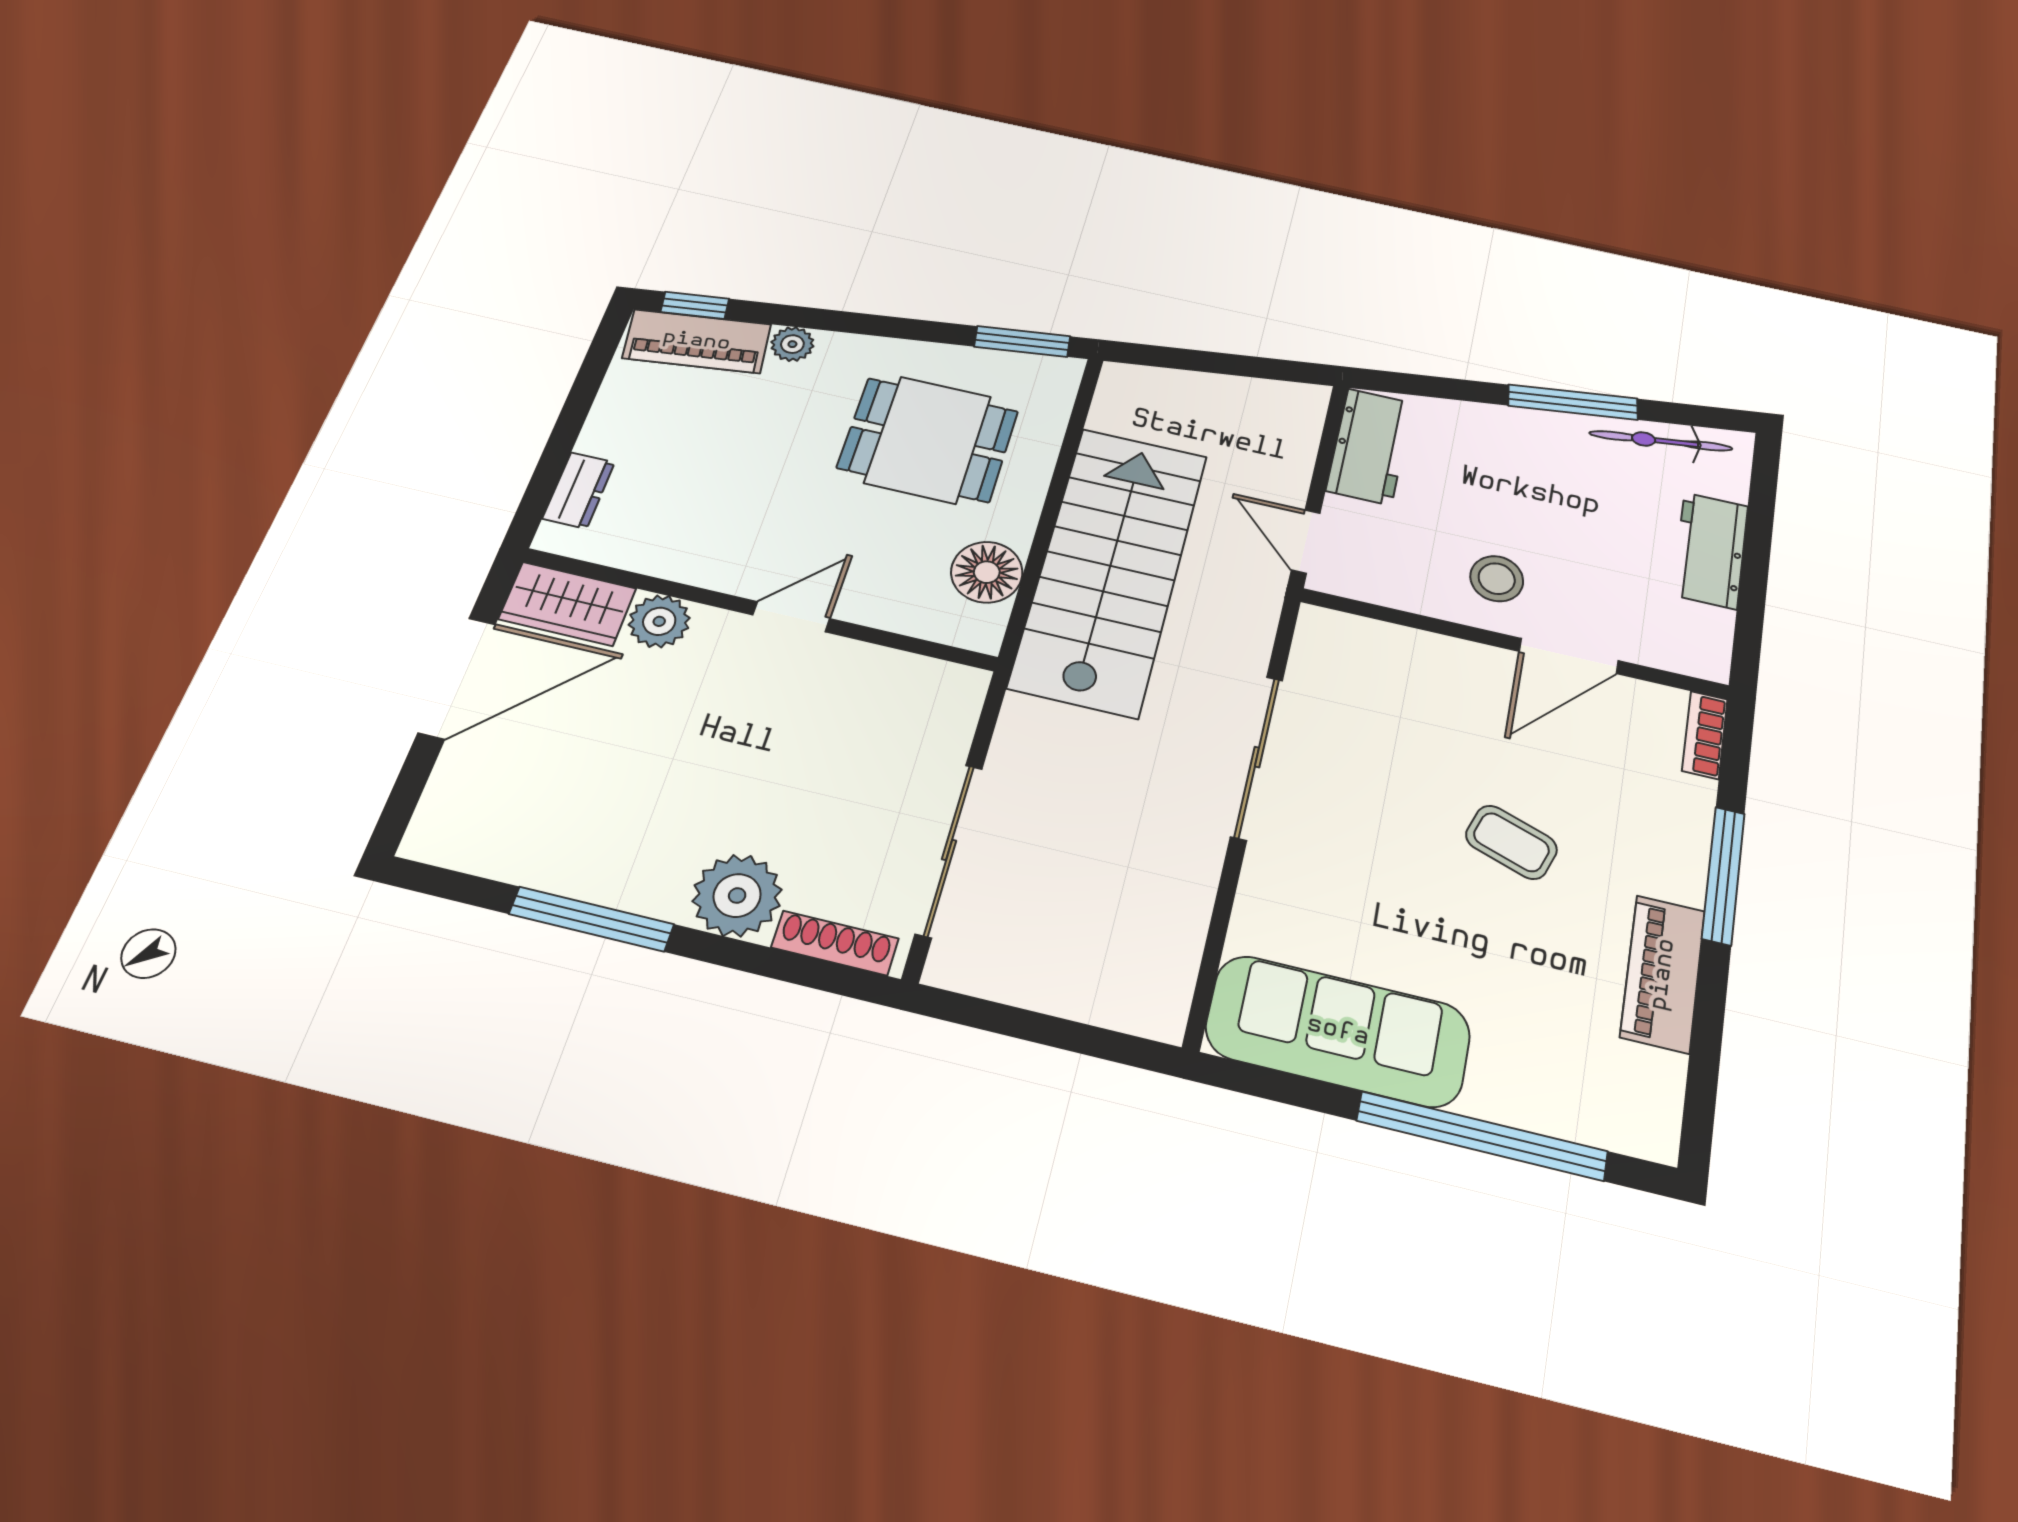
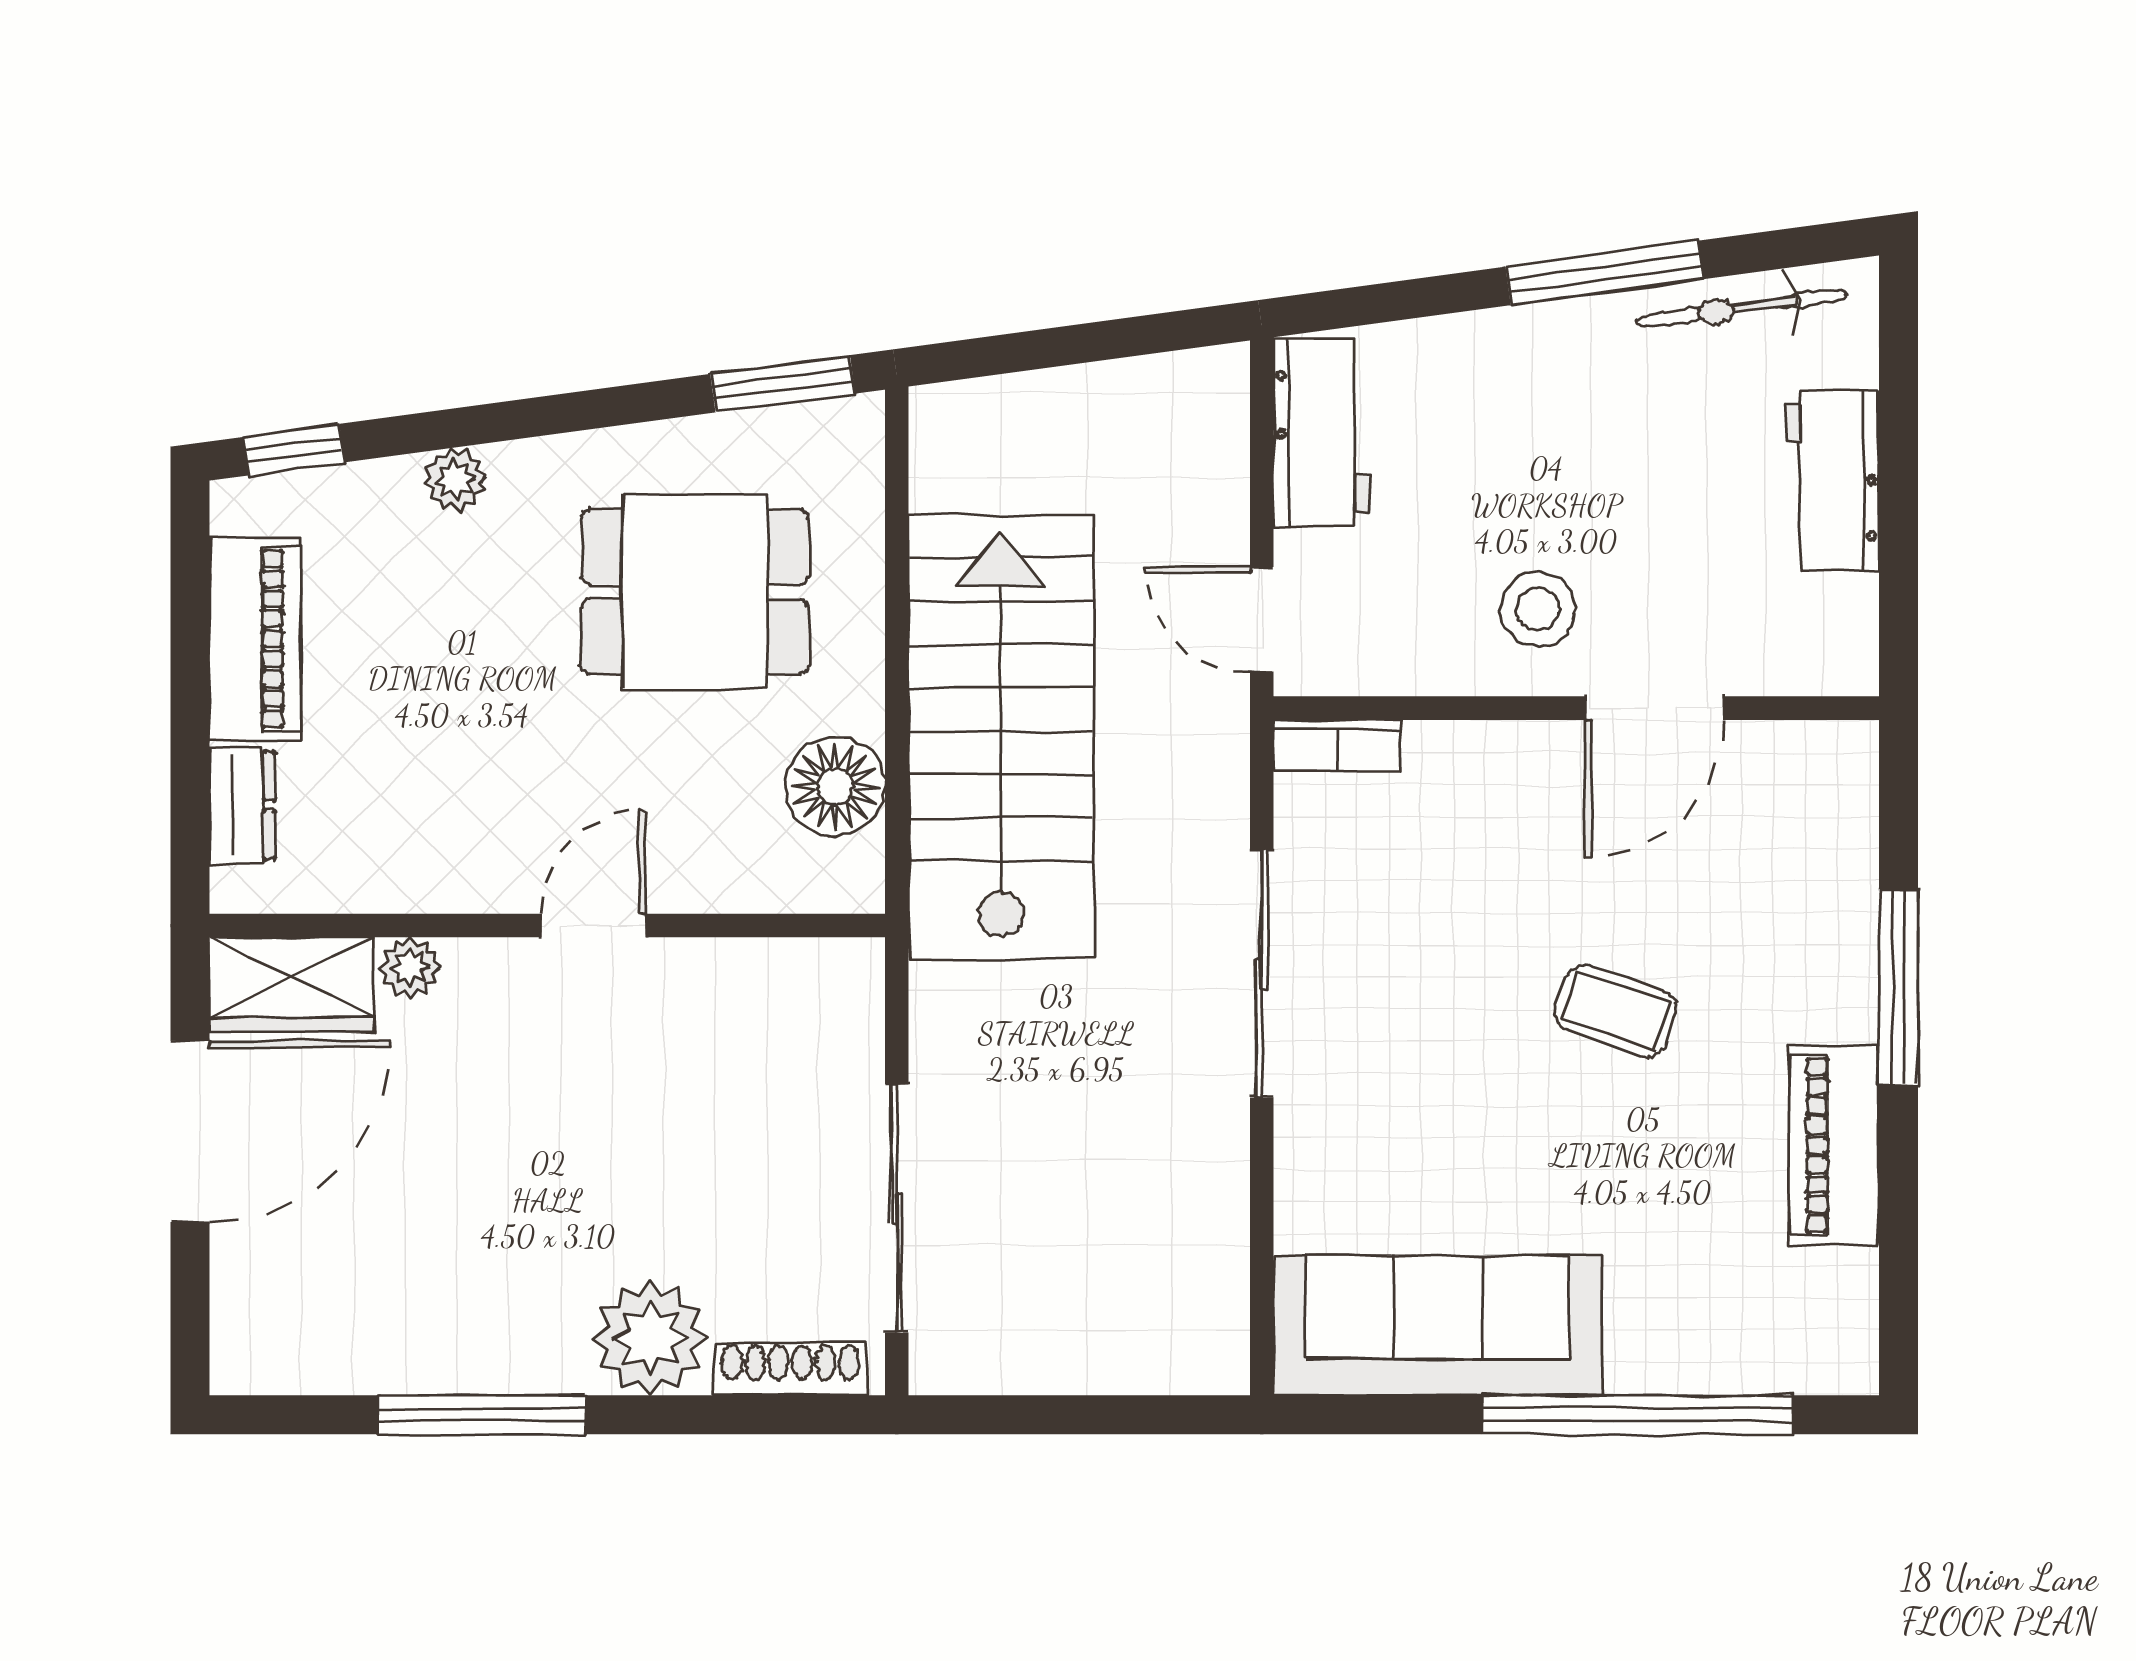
piano: (697, 341) -> (255, 639), moved, turned -82
plant: (659, 621) -> (410, 968), width x0.73, depth x0.73
bookcase: (1705, 735) -> (1337, 745), moved, turned -90

